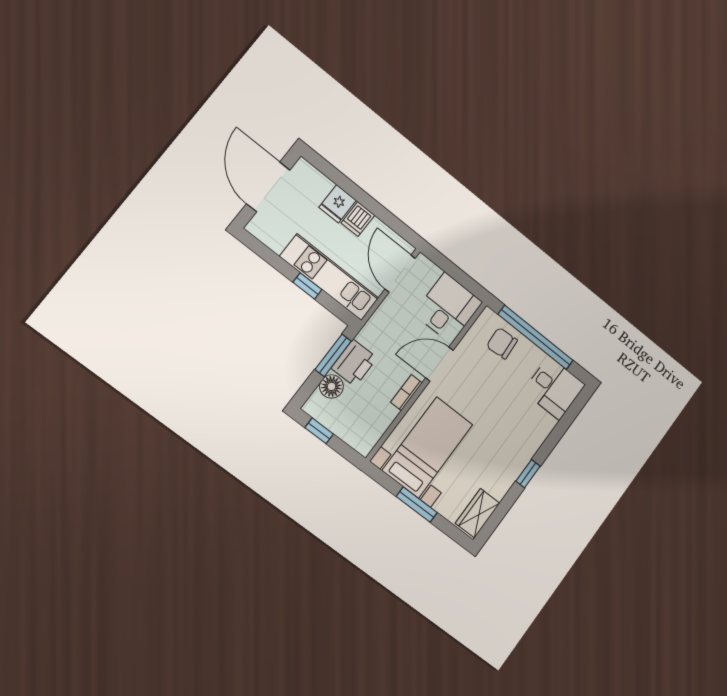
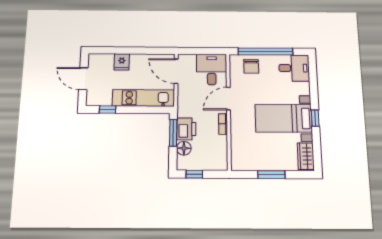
door: (268, 187) -> (83, 79), width x0.73
dishwasher: (358, 219) -> (137, 62), removed
window: (307, 286) -> (108, 110), moved
chair: (502, 343) -> (251, 66), turned -86
bed with nightstands: (428, 447) -> (284, 118), moved, turned -90

